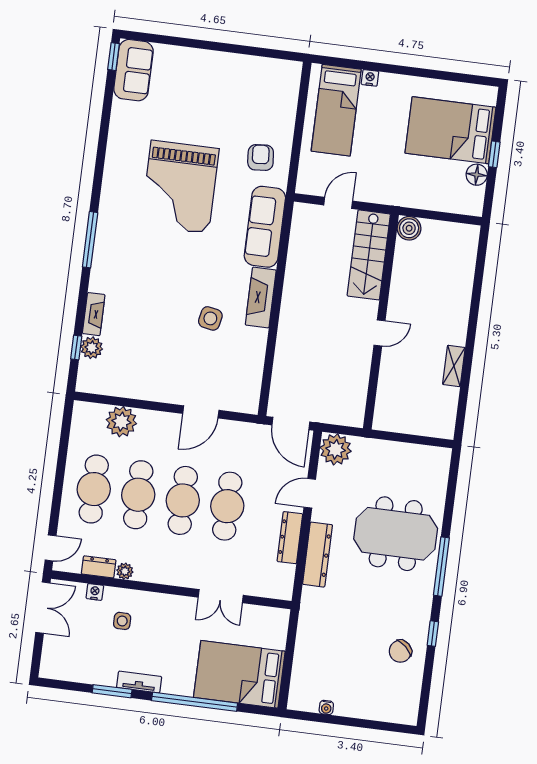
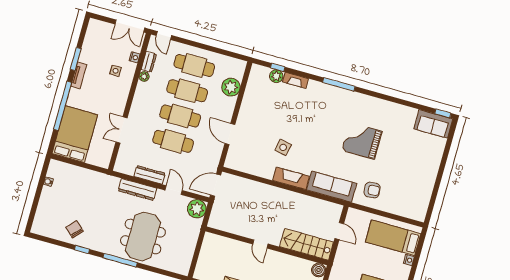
grand piano: (180, 187) -> (362, 141), width x0.73, depth x0.68

